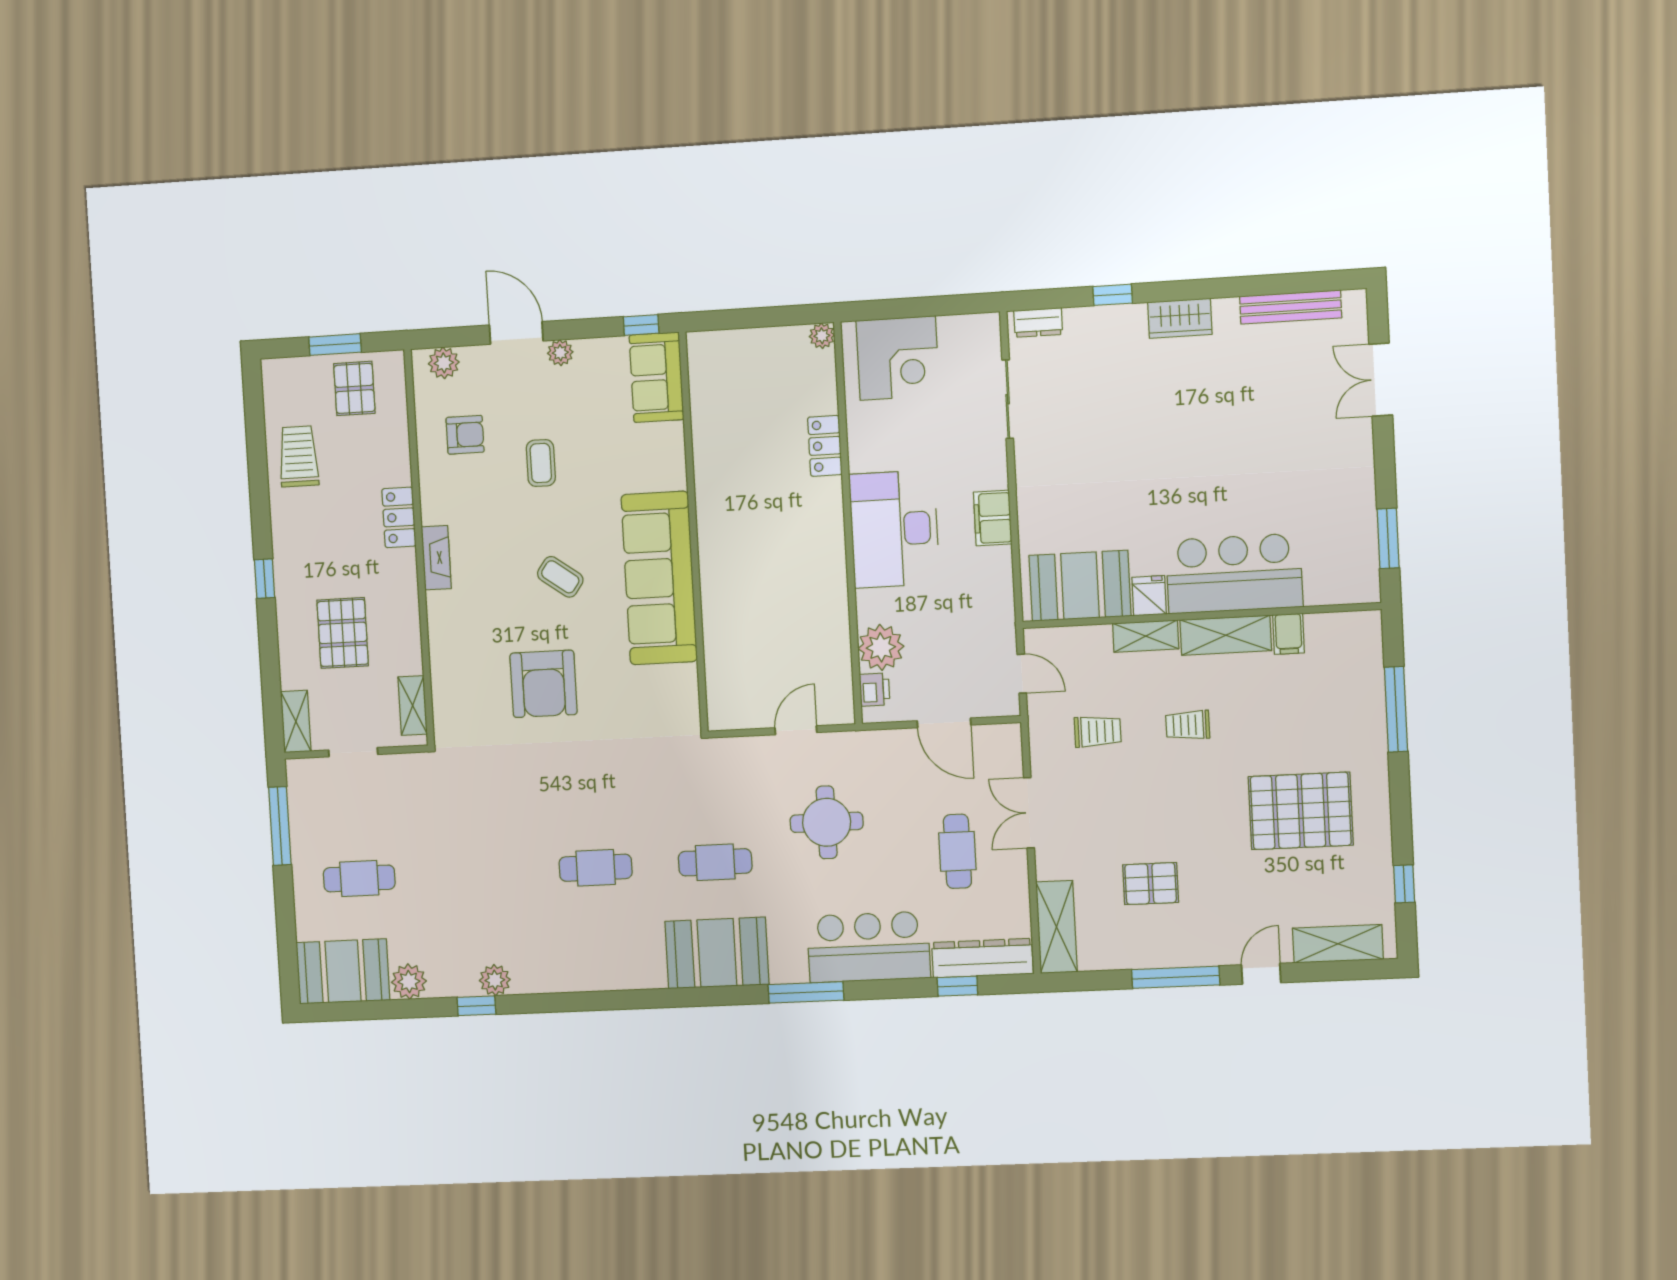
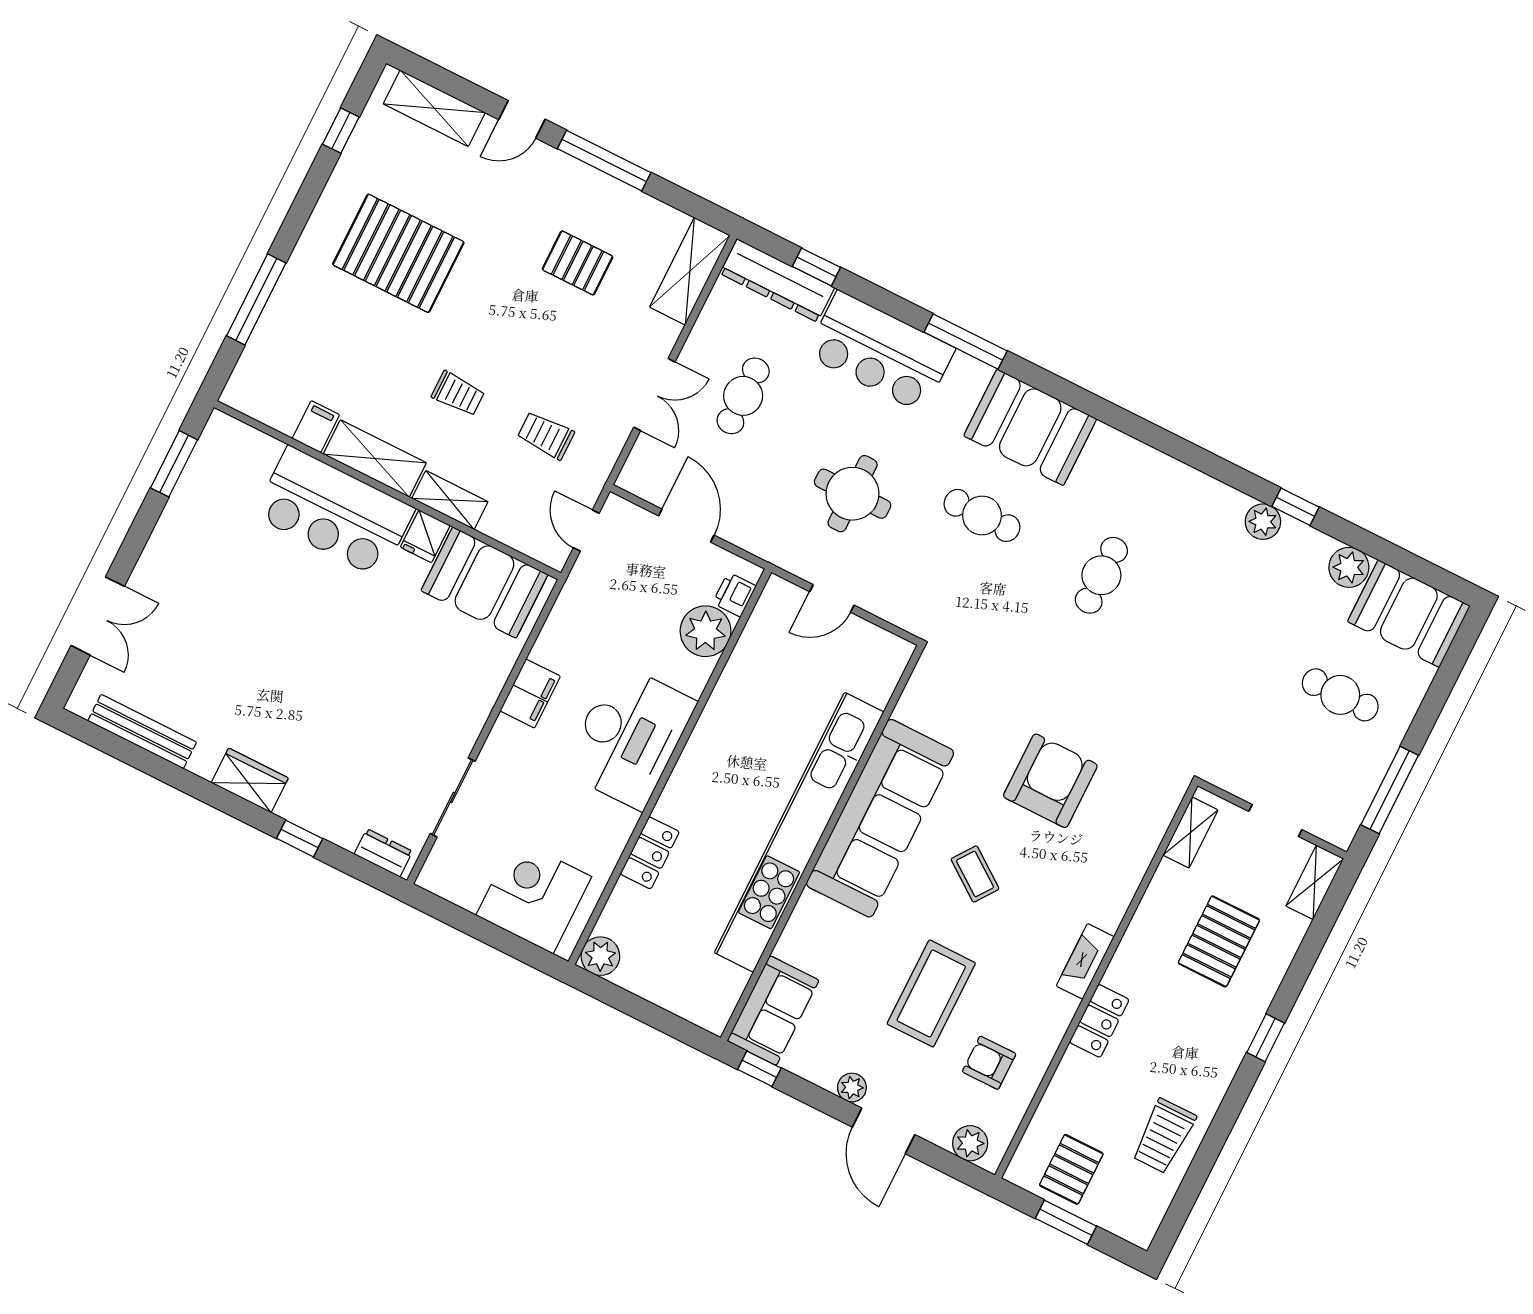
plant: (822, 336) -> (600, 956), width x1.38, depth x1.38
coffee table: (541, 463) -> (931, 993), width x1.86, depth x1.72
kitchen unit: (716, 530) -> (799, 832), added
cafe table: (596, 868) -> (1101, 575), turned 90

